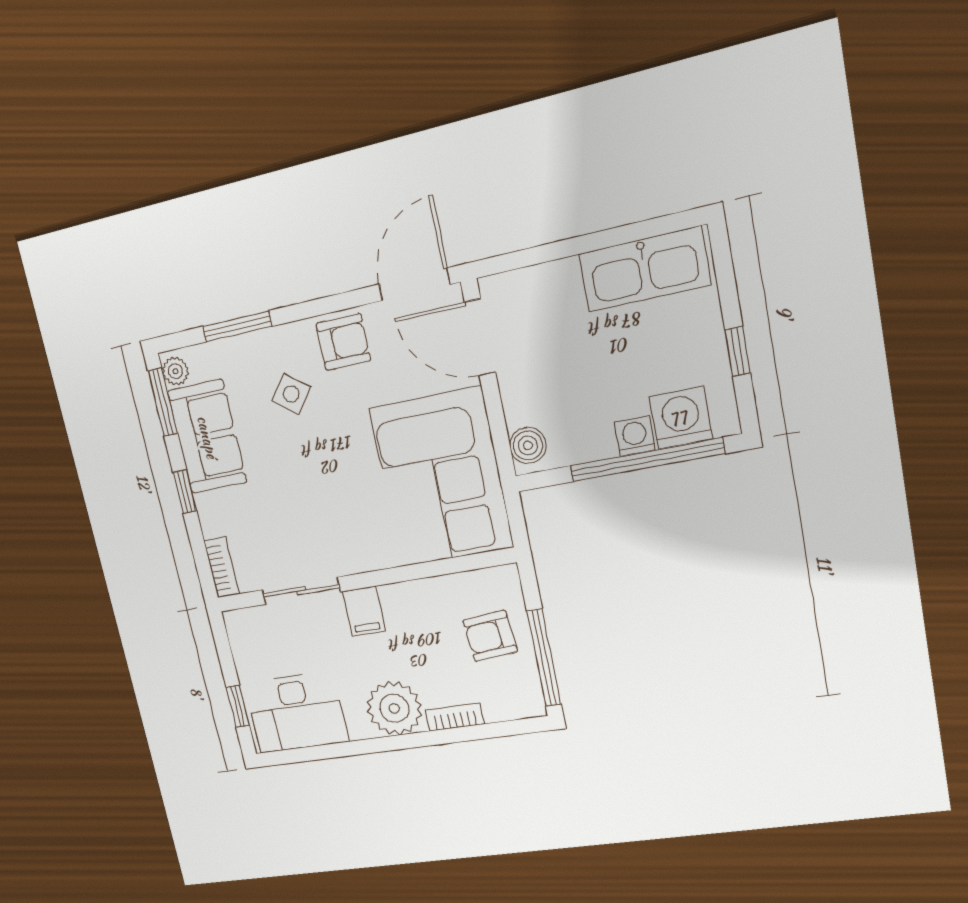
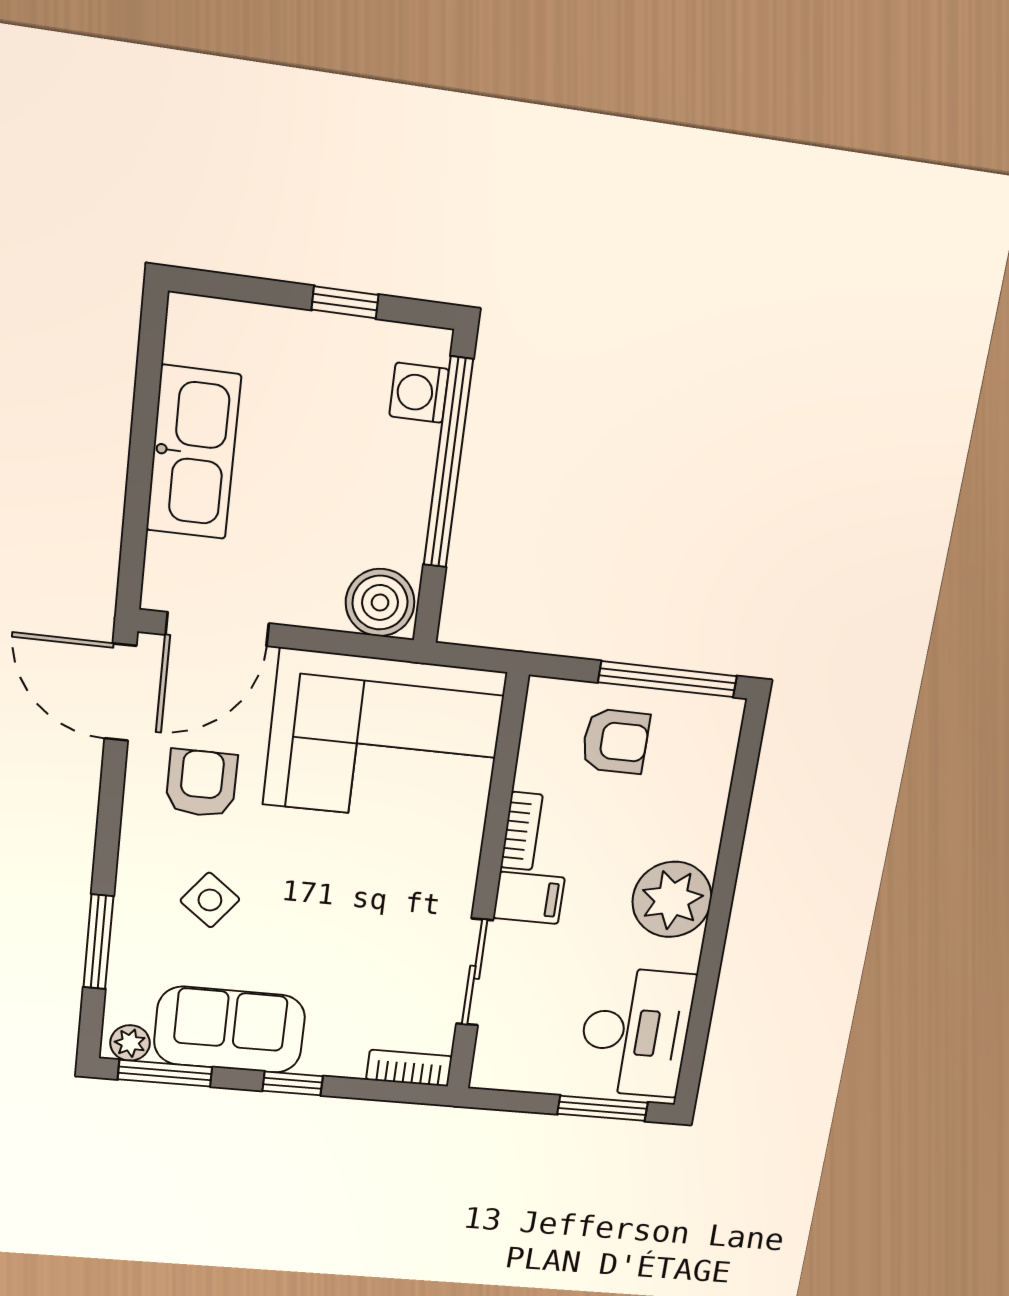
kitchen sink: (644, 269) -> (193, 453), moved
armchair: (343, 342) -> (202, 783), moved
washing machine: (681, 418) -> (419, 393), width x0.73, depth x0.73
washing machine: (635, 436) -> (412, 469), removed
boiler: (528, 445) -> (380, 602), width x1.36, depth x1.36
armchair: (490, 636) -> (615, 741), turned -85
window: (238, 706) -> (603, 1108), width x1.50
bookcase: (455, 717) -> (522, 831), moved, turned 180

